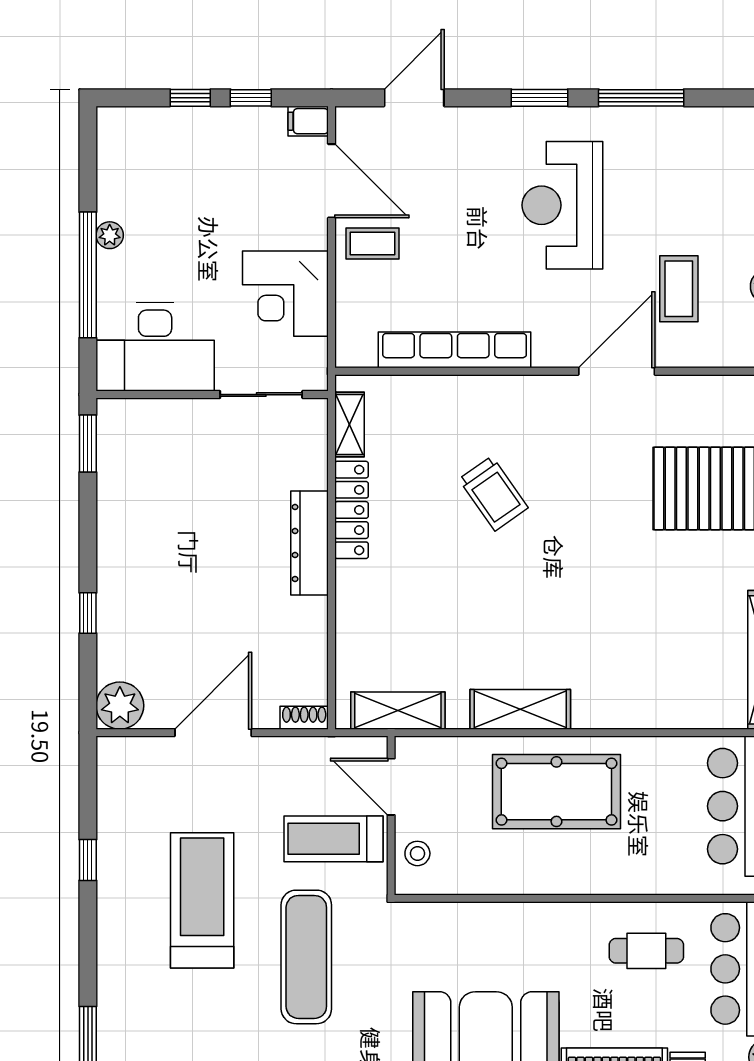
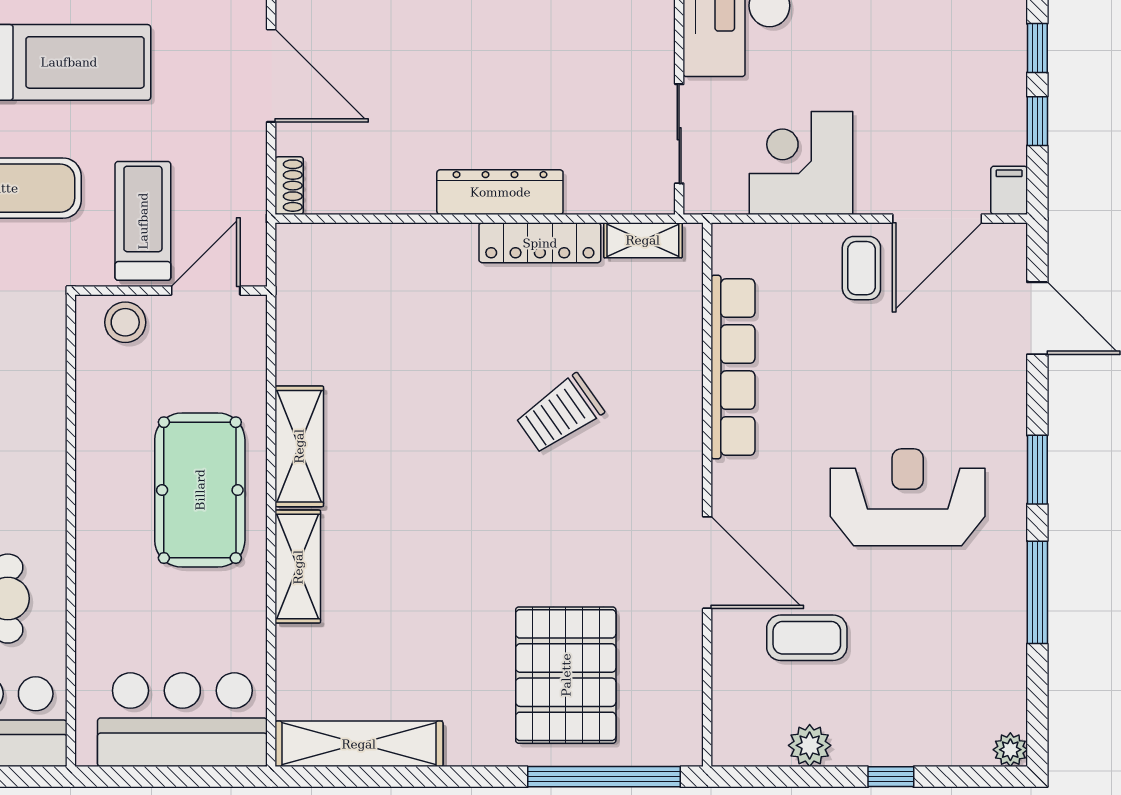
shelving: (398, 711) -> (298, 567), moved
stool: (417, 853) -> (125, 322), width x1.37, depth x1.37

